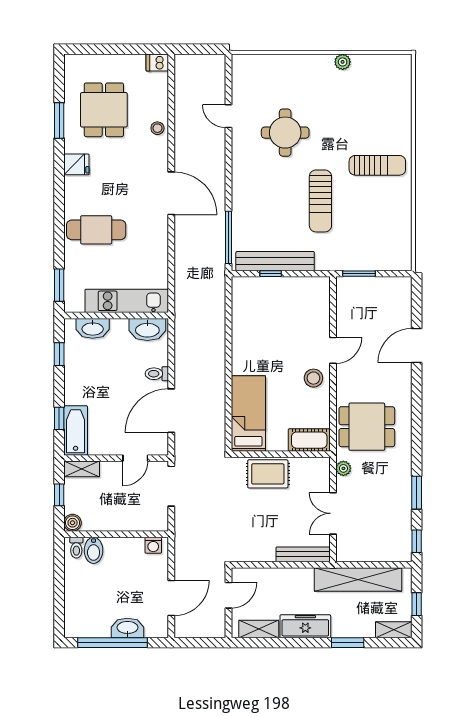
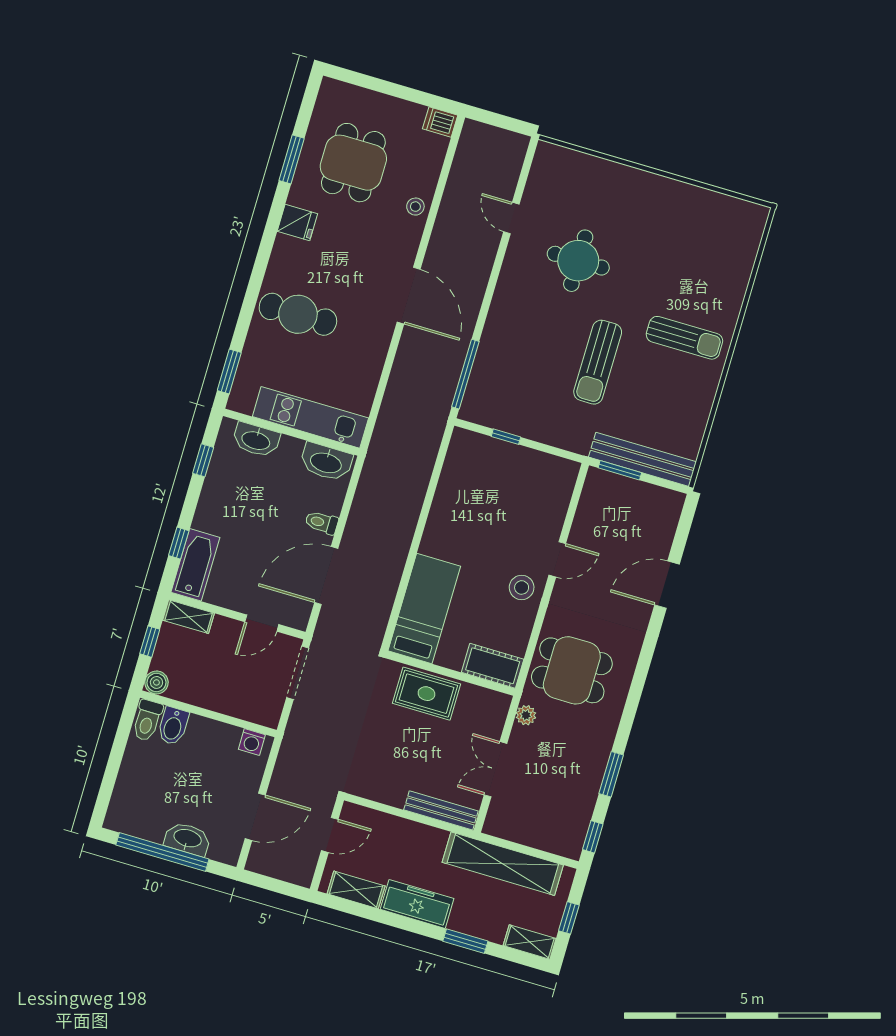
plant: (343, 62) -> (679, 191), removed
bench: (275, 261) -> (642, 459), moved
toilet: (76, 548) -> (147, 720), width x1.37, depth x1.39

